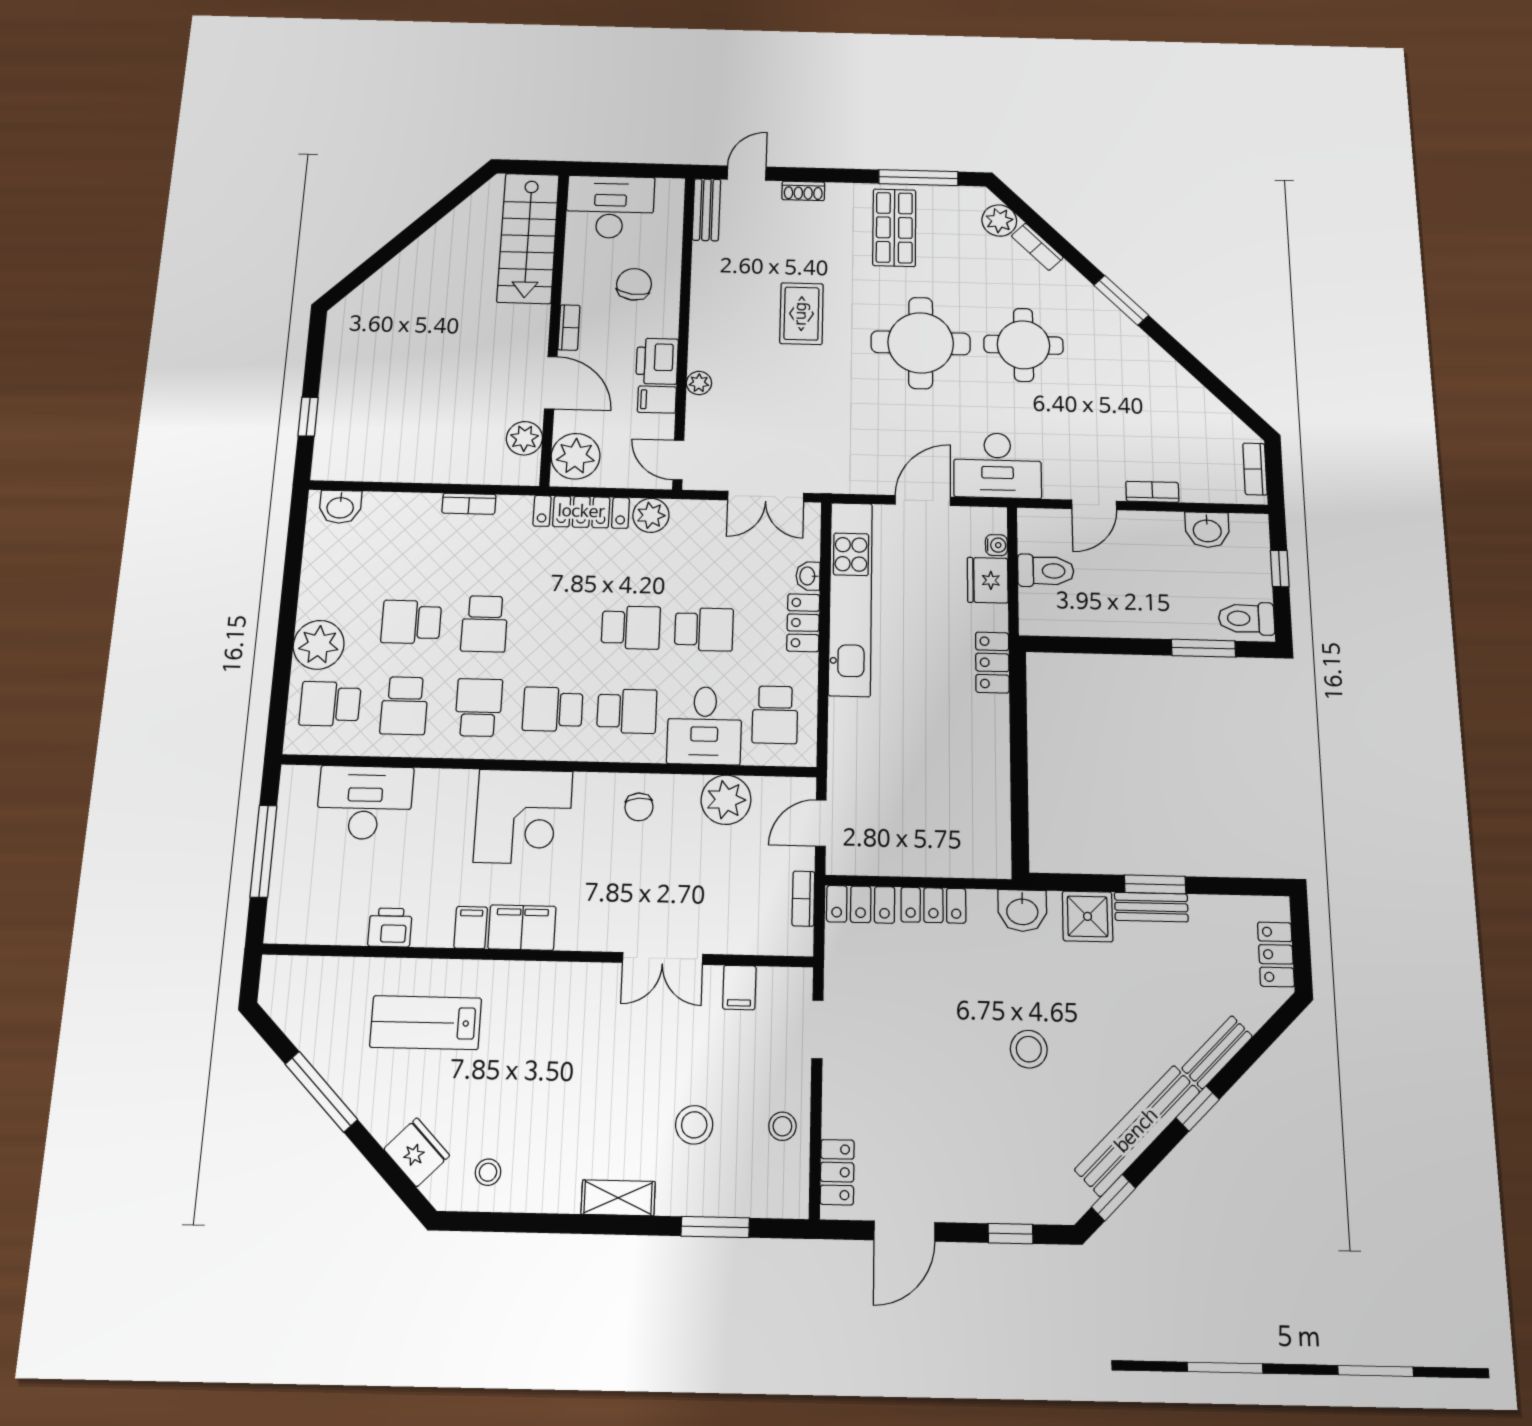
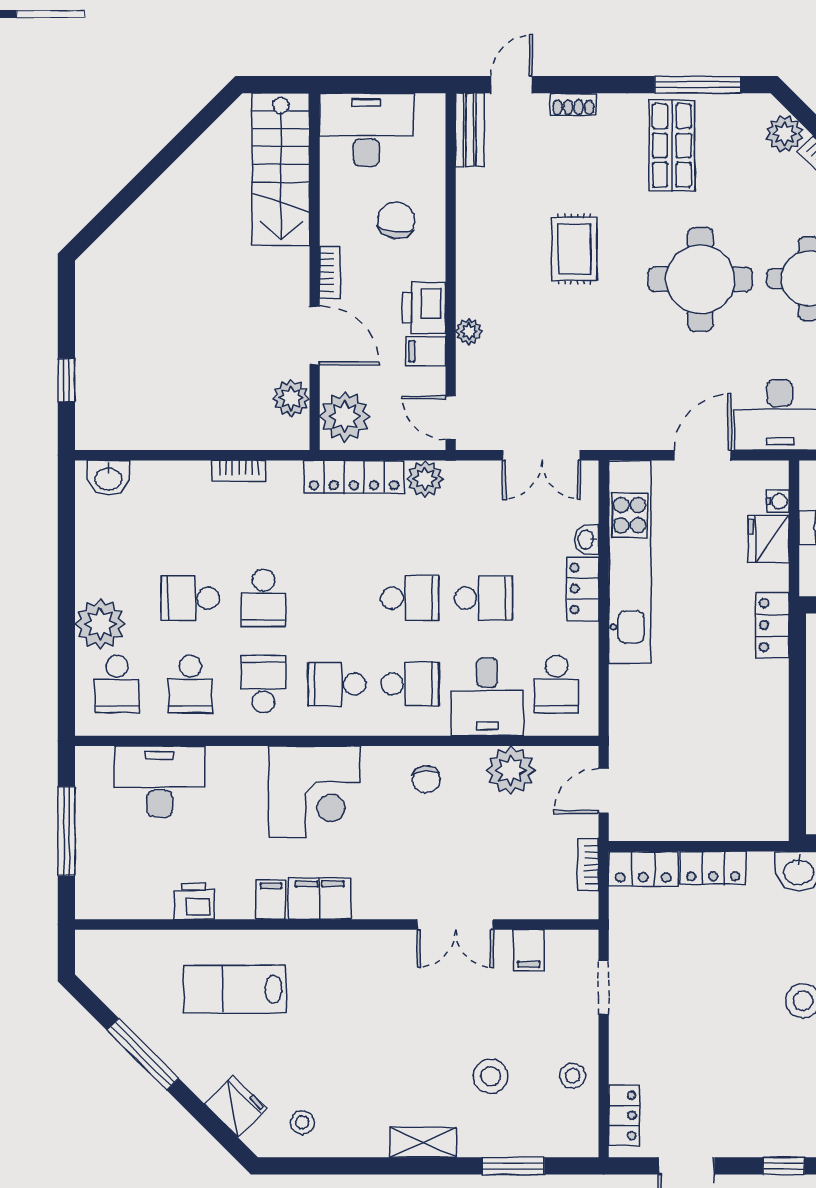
school desk: (330, 704) -> (117, 684), turned -90

